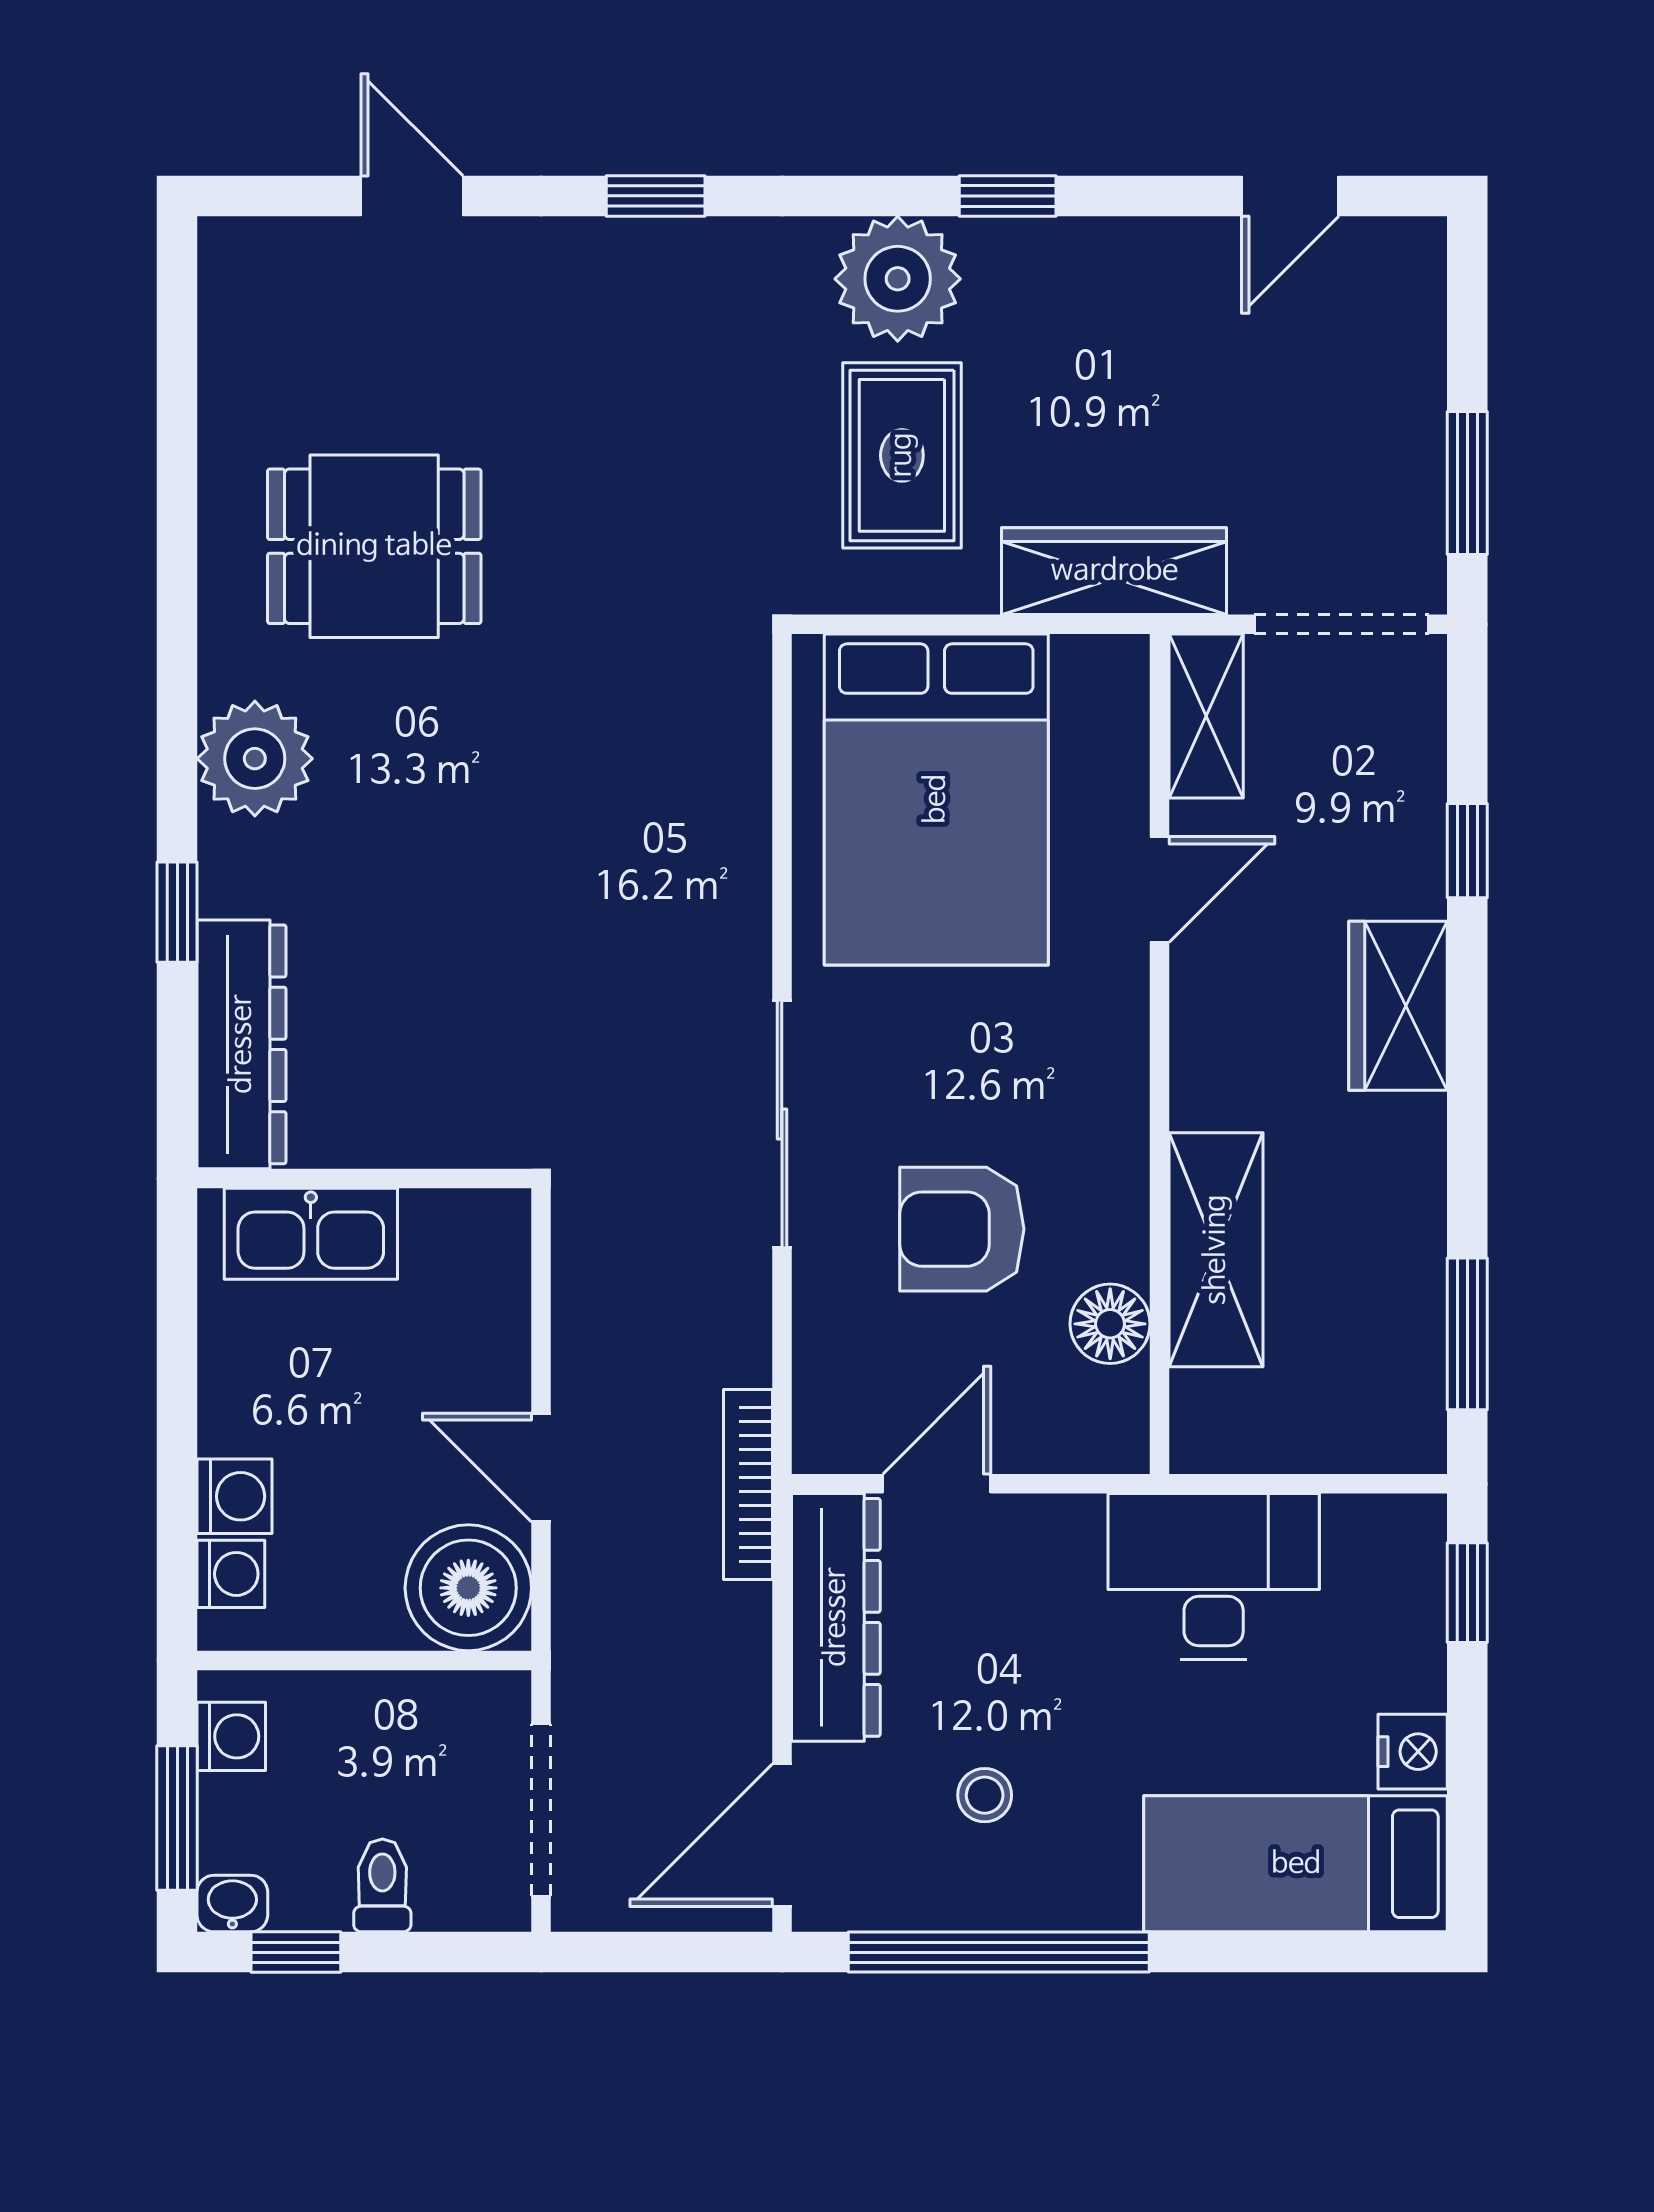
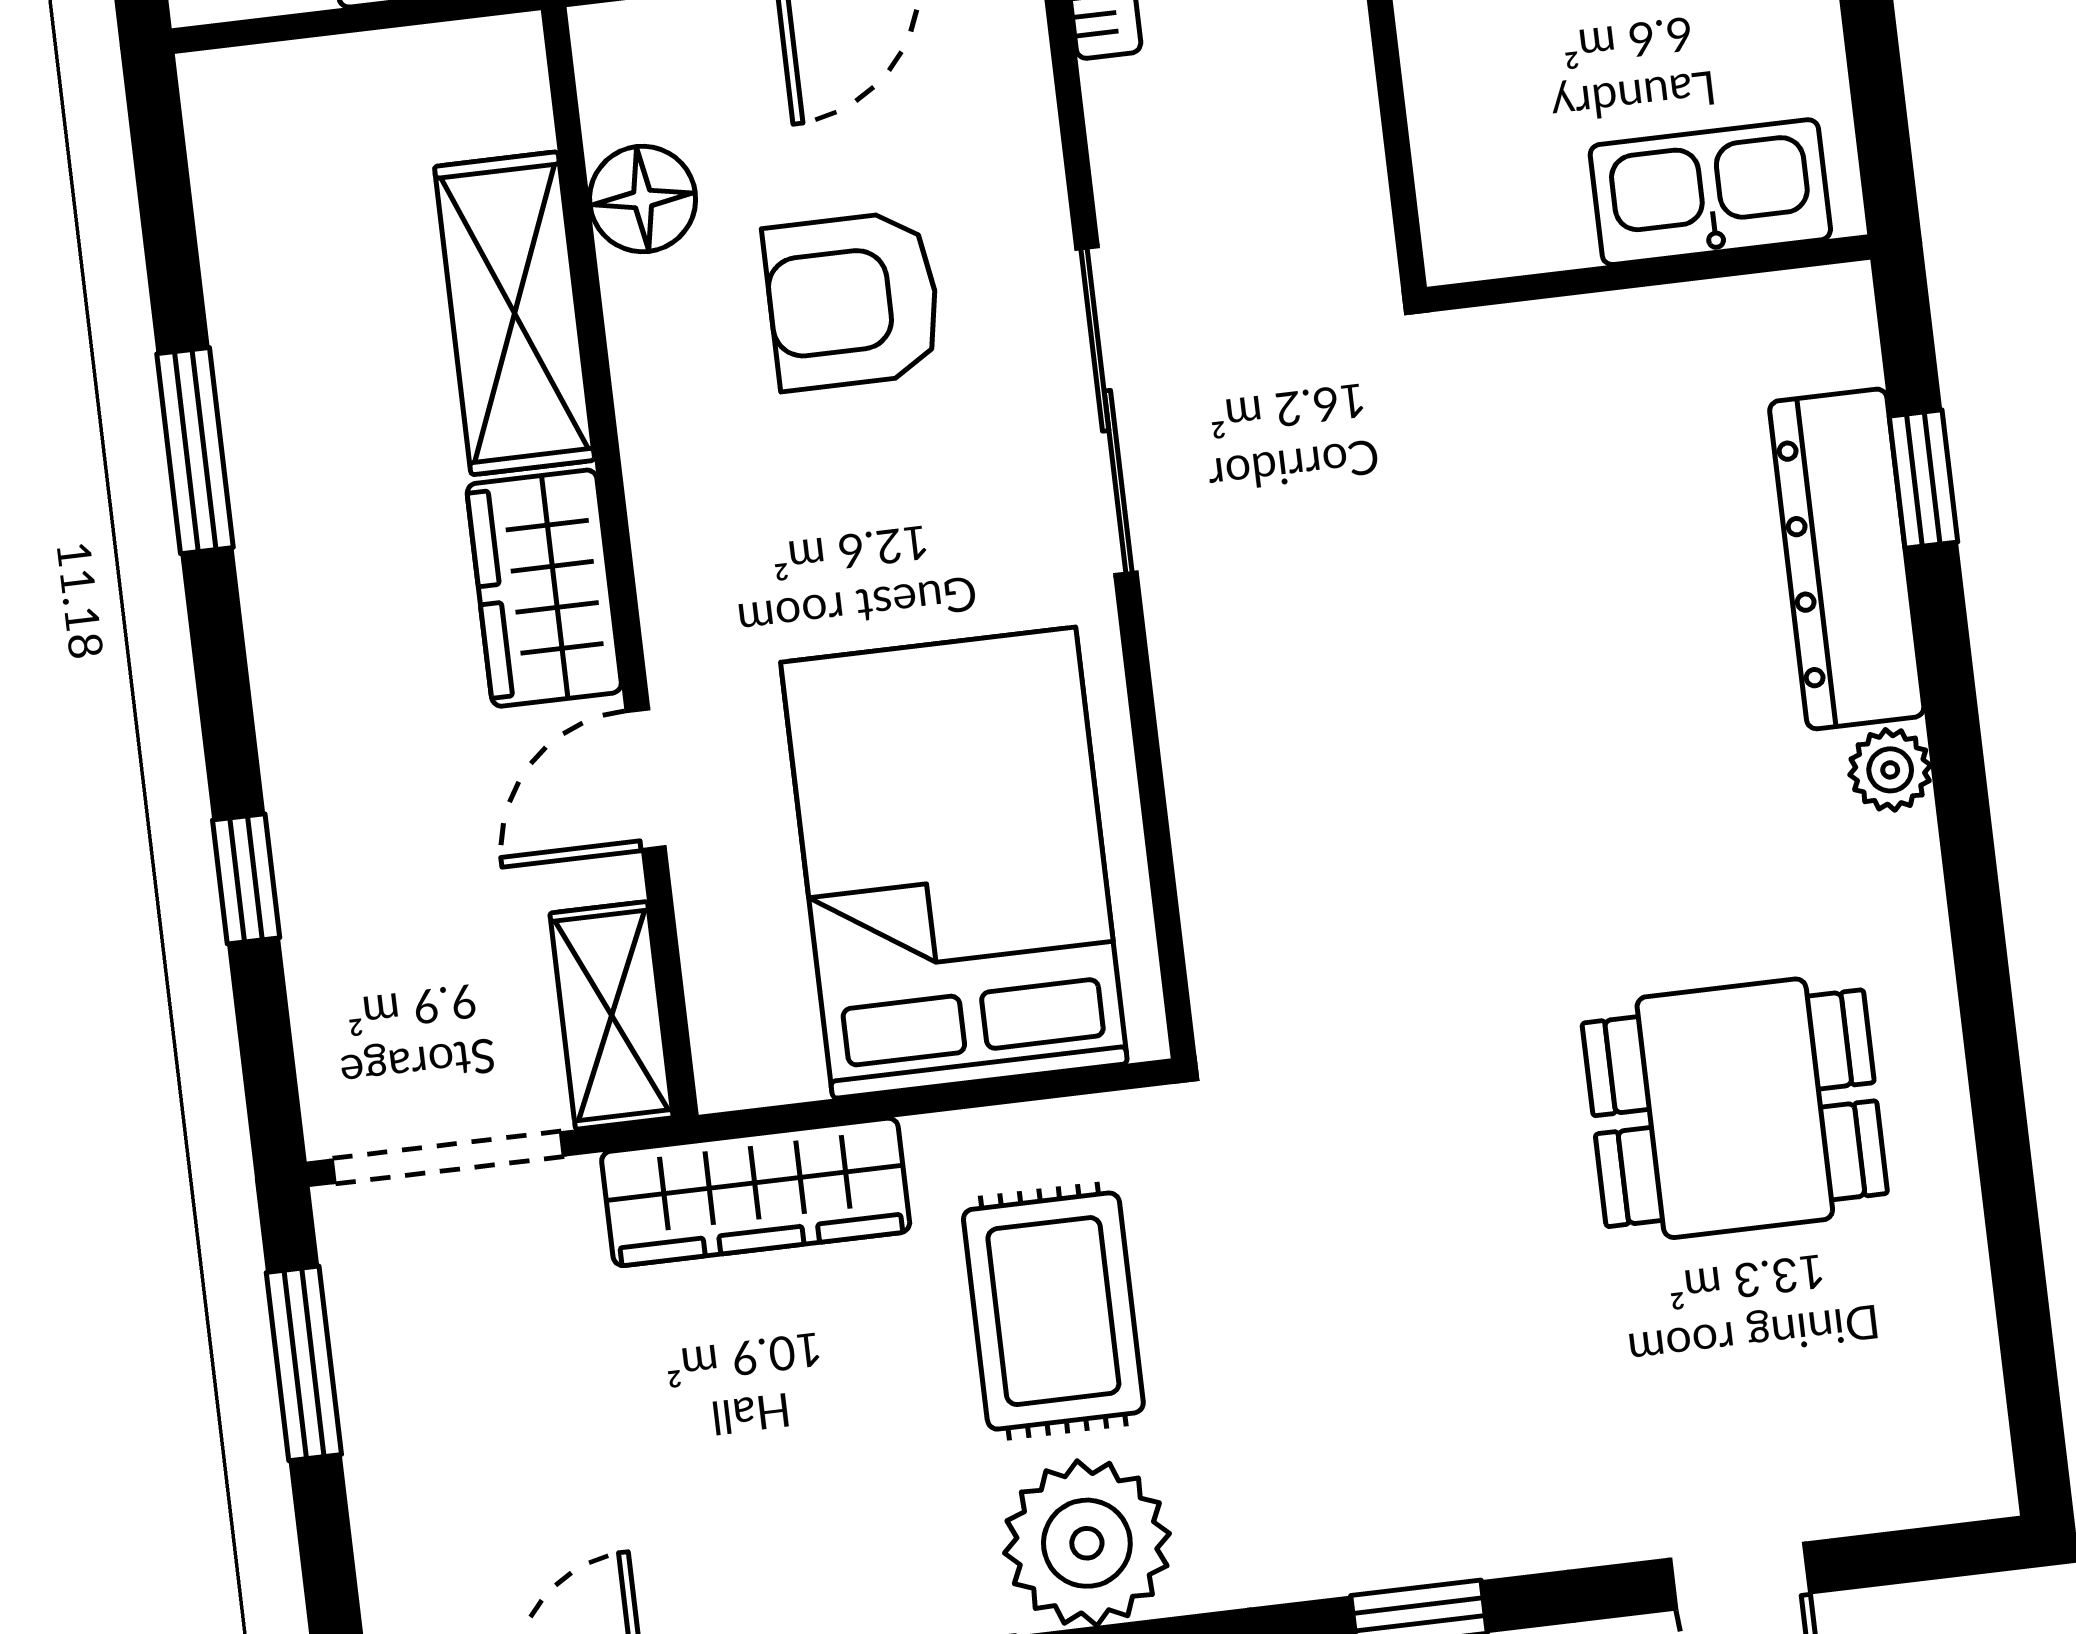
plant: (255, 759) -> (1890, 770), width x0.53, depth x0.53
window: (177, 912) -> (1923, 479), moved
wardrobe: (1398, 1006) -> (544, 588), moved, turned 180
dresser: (242, 1044) -> (1847, 559), moved
armchair: (962, 1229) -> (853, 301), turned 180
window: (1467, 1334) -> (195, 451), moved

